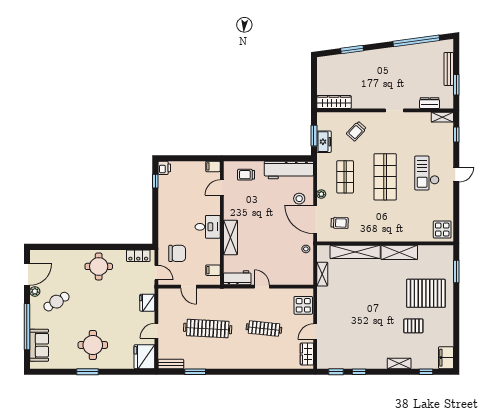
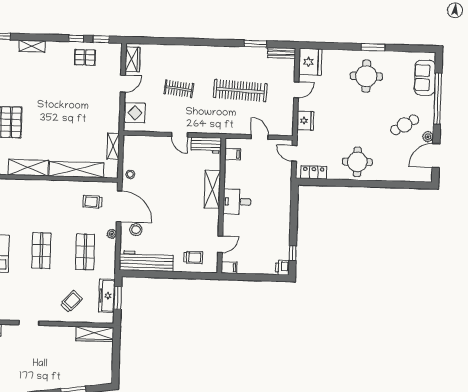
freezer: (324, 142) -> (107, 296), width x1.40
shop shelf: (385, 177) -> (41, 251), width x0.70, depth x0.74
chair: (177, 253) -> (271, 174), removed
pallet: (413, 326) -> (85, 57), moved
clothes rail: (264, 329) -> (179, 89), width x0.73

